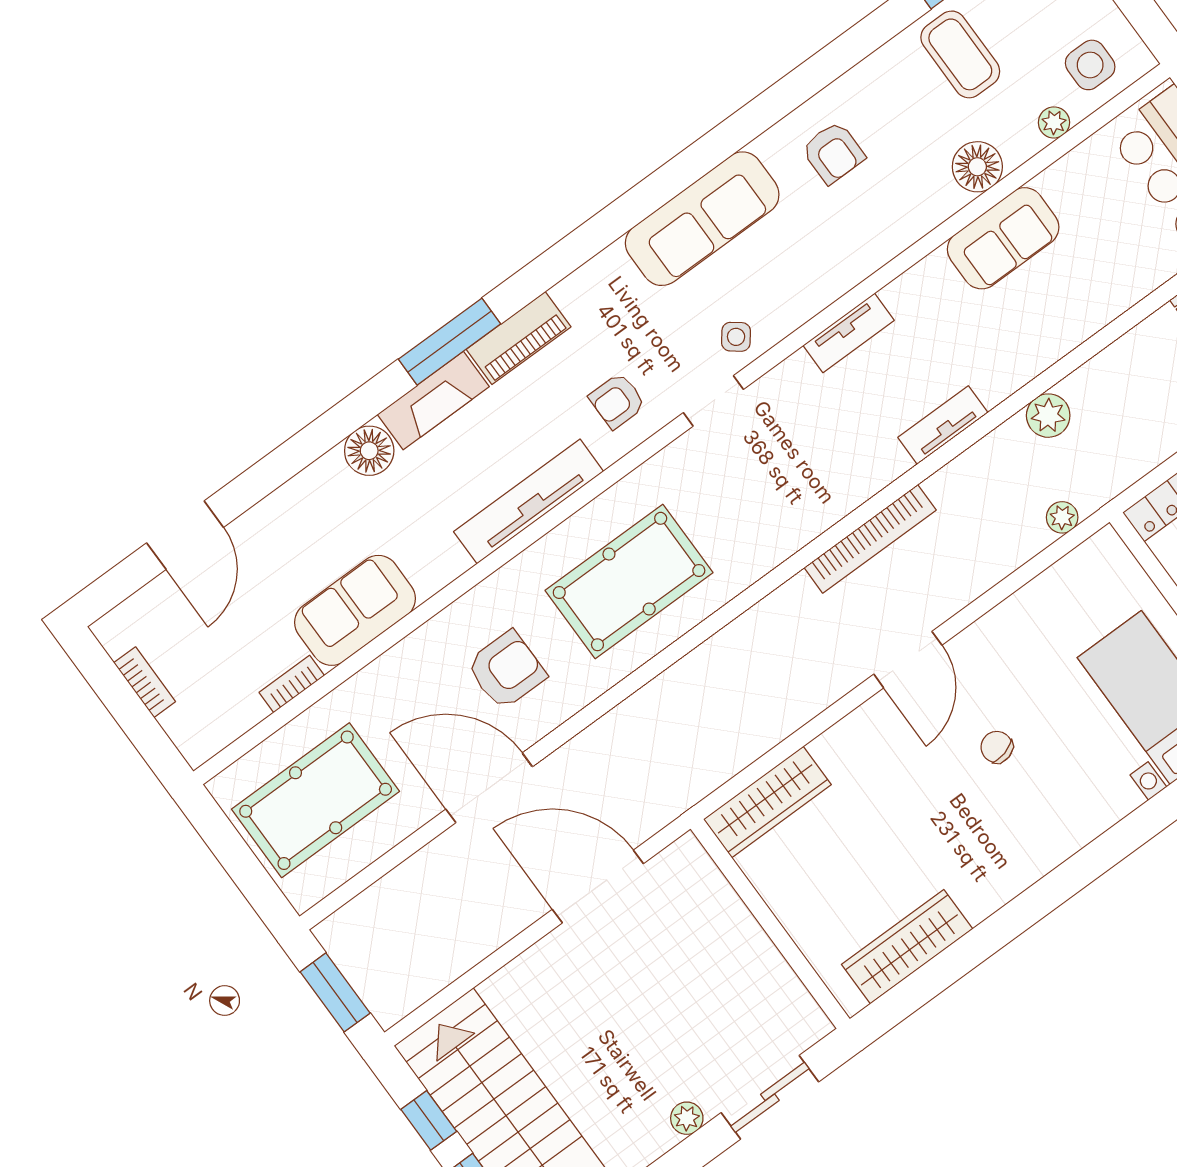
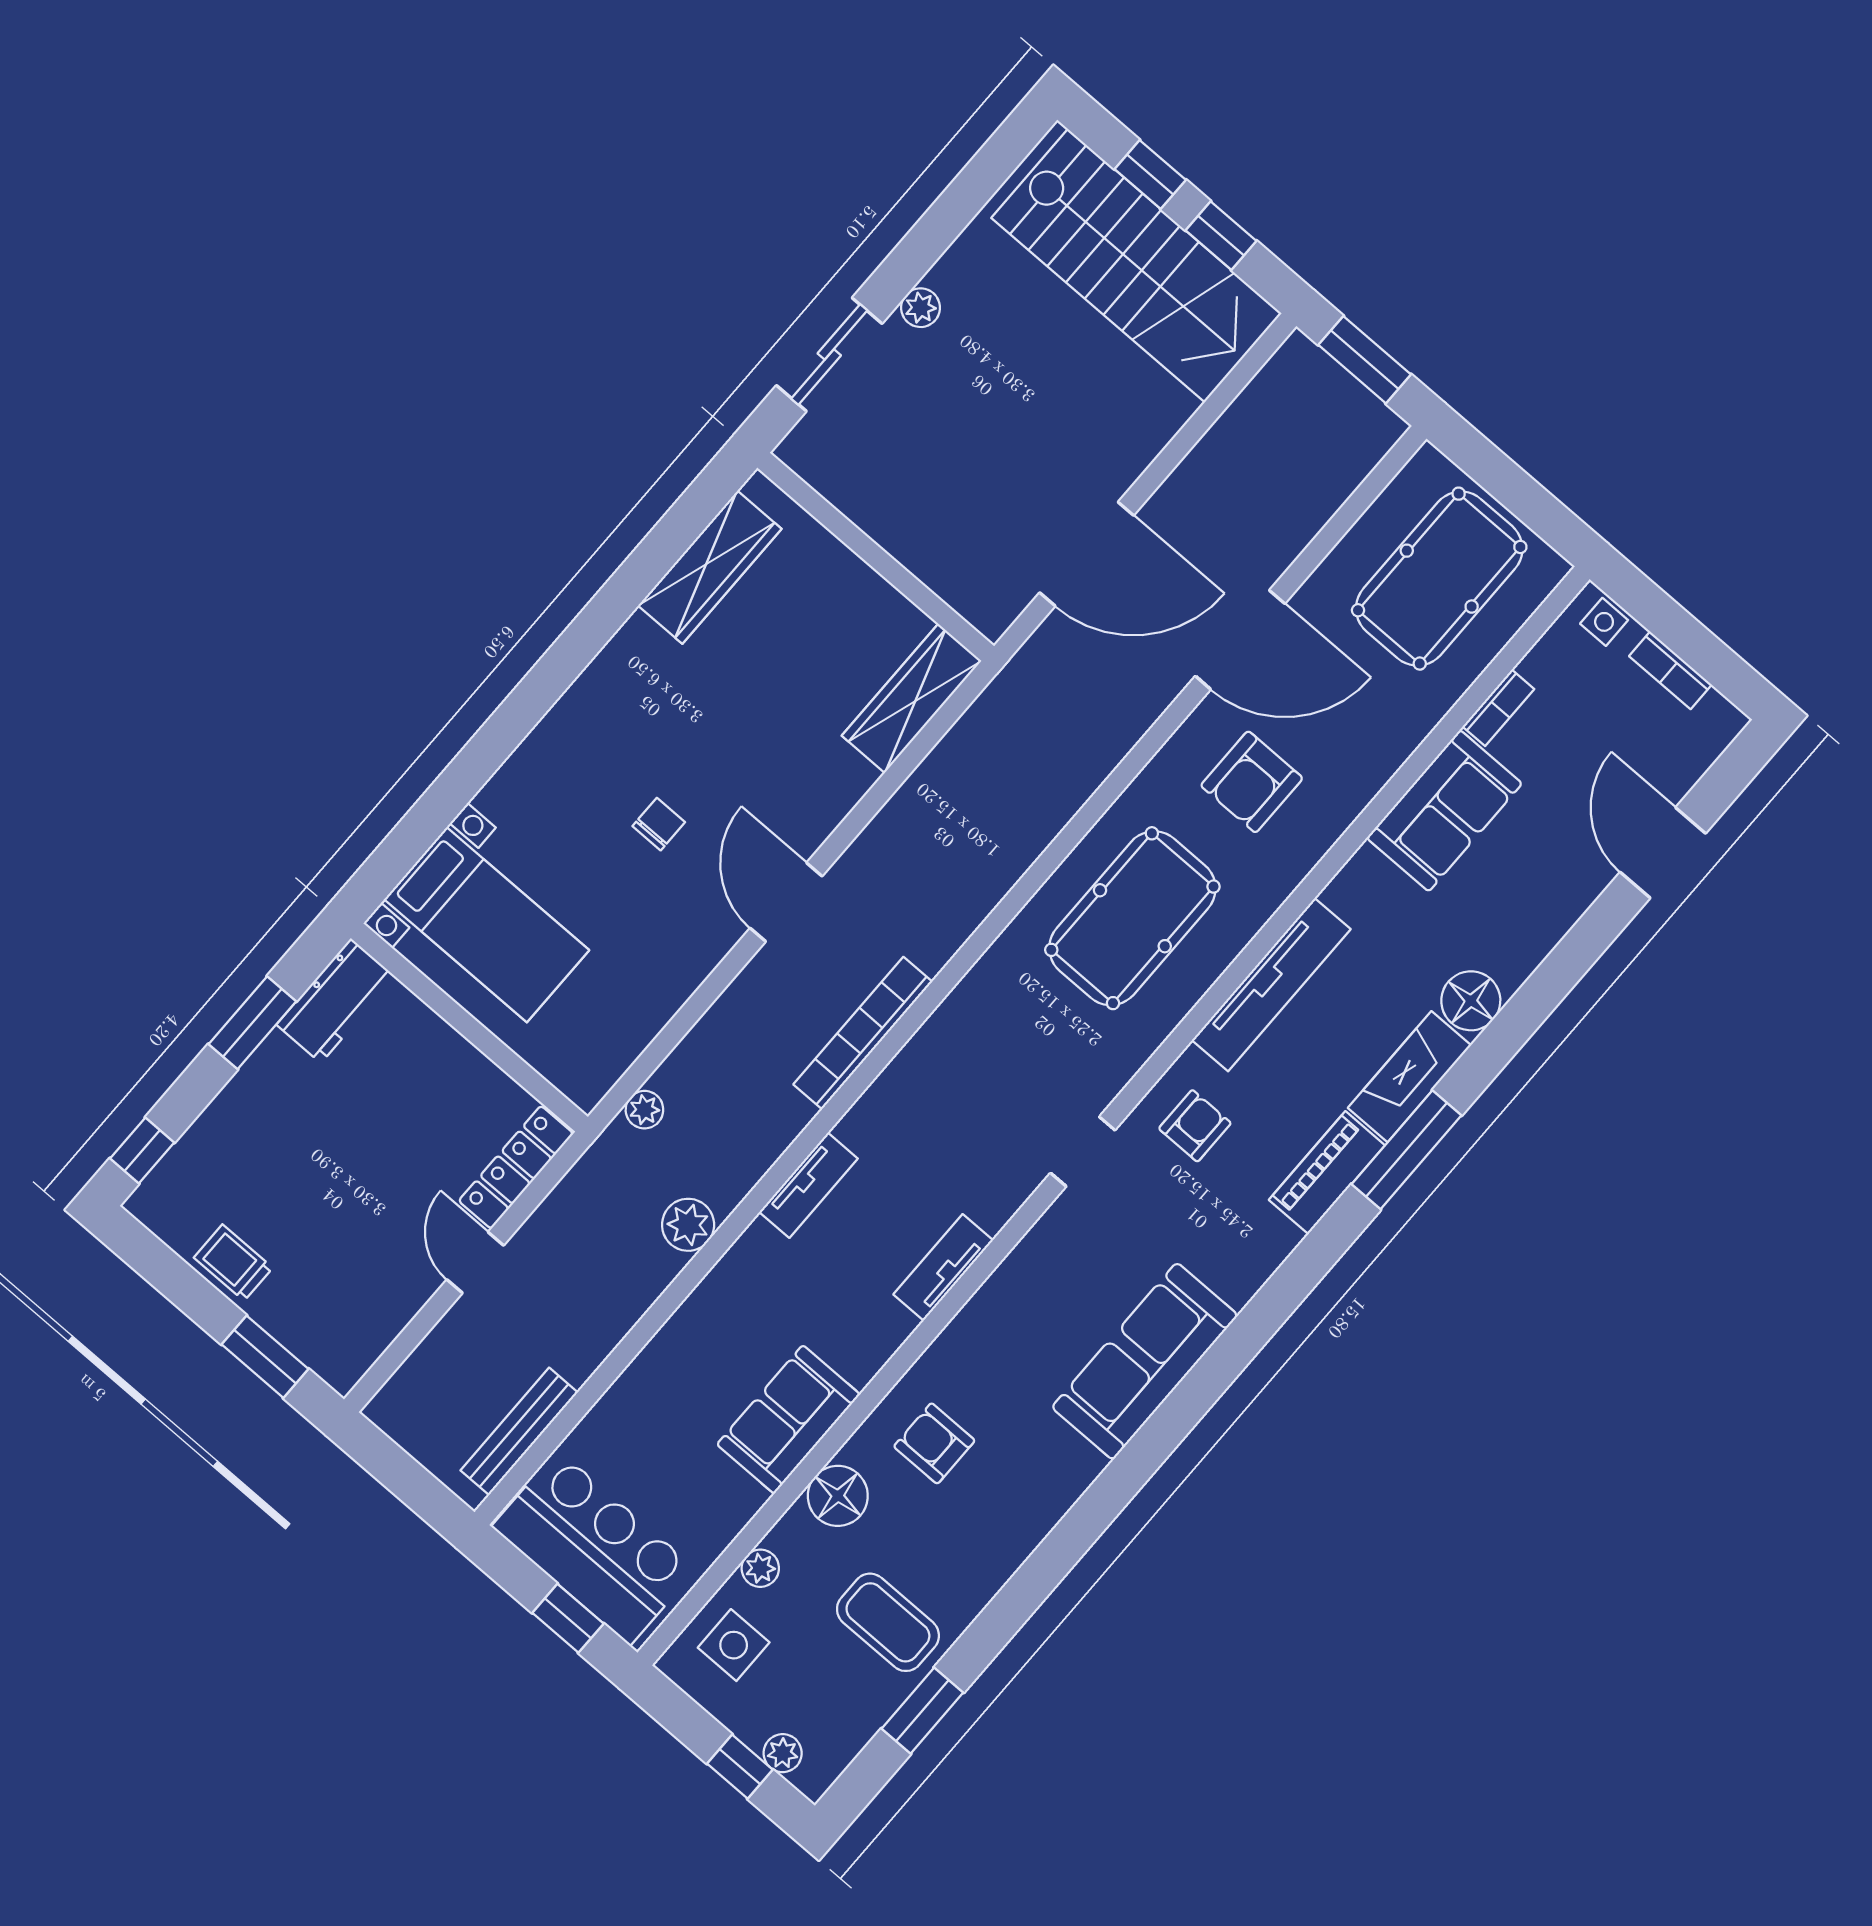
armchair: (833, 153) -> (934, 1443), moved
side table: (736, 337) -> (1604, 622), moved, turned -38
chair: (997, 747) -> (659, 824), turned -75

